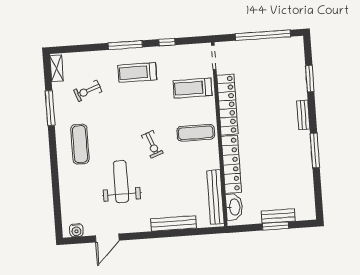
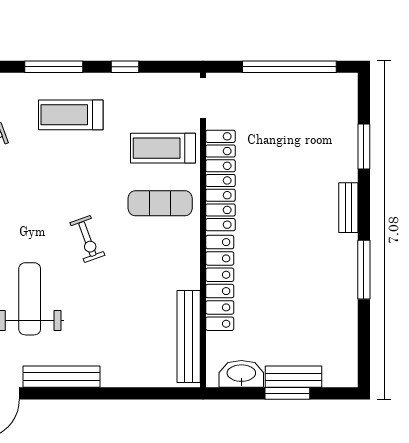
exercise mat: (196, 133) -> (160, 203), moved
washbasin: (234, 207) -> (241, 374), moved, turned -90
bench: (174, 223) -> (62, 377), moved

